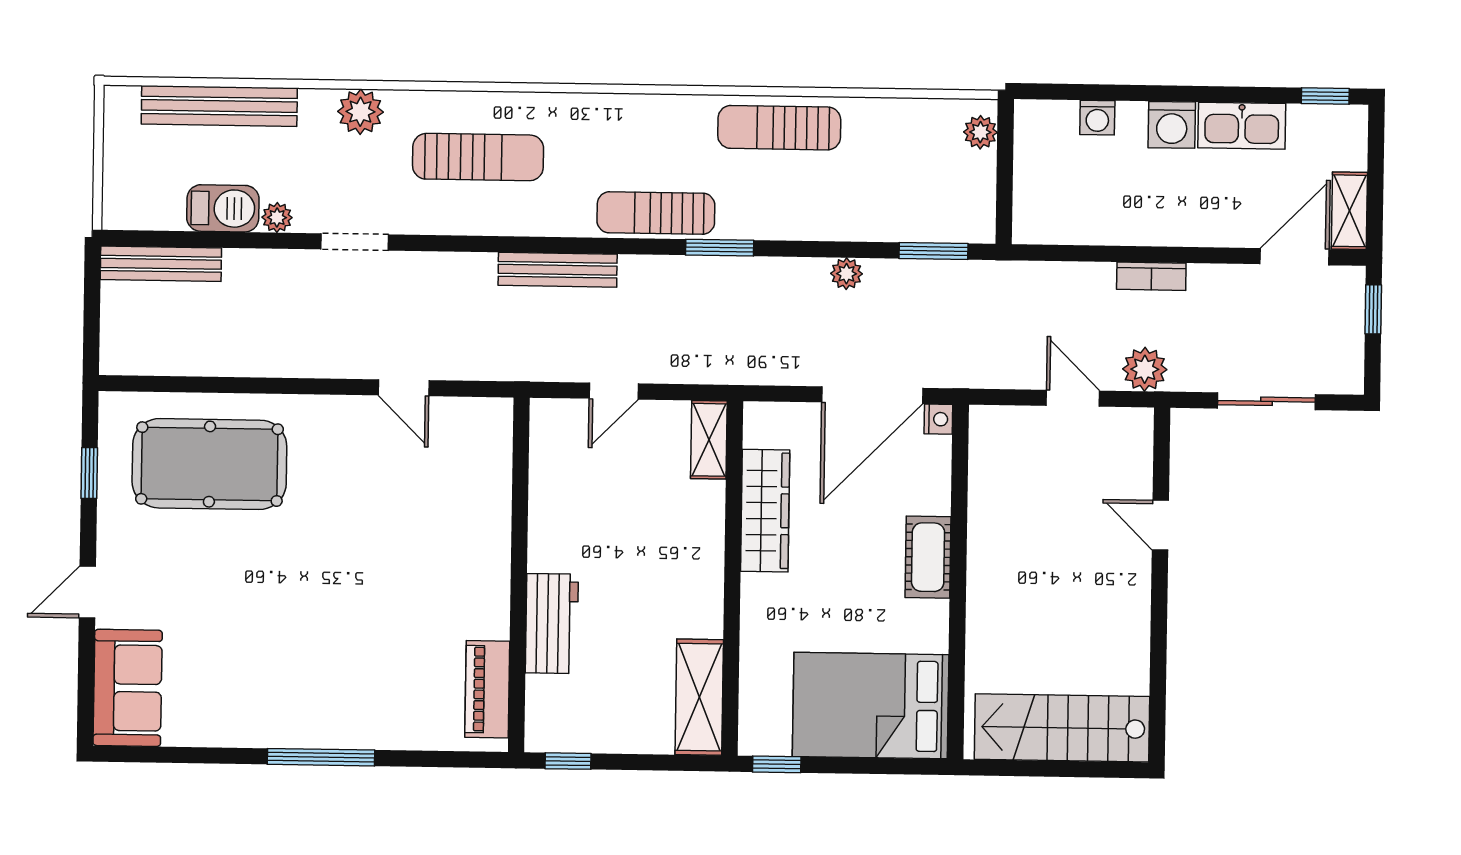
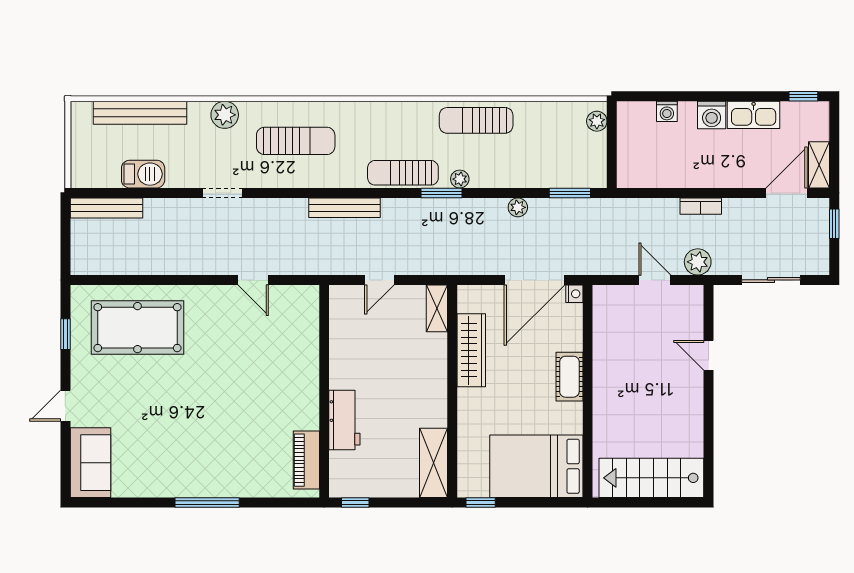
plant: (277, 217) -> (460, 179), moved

